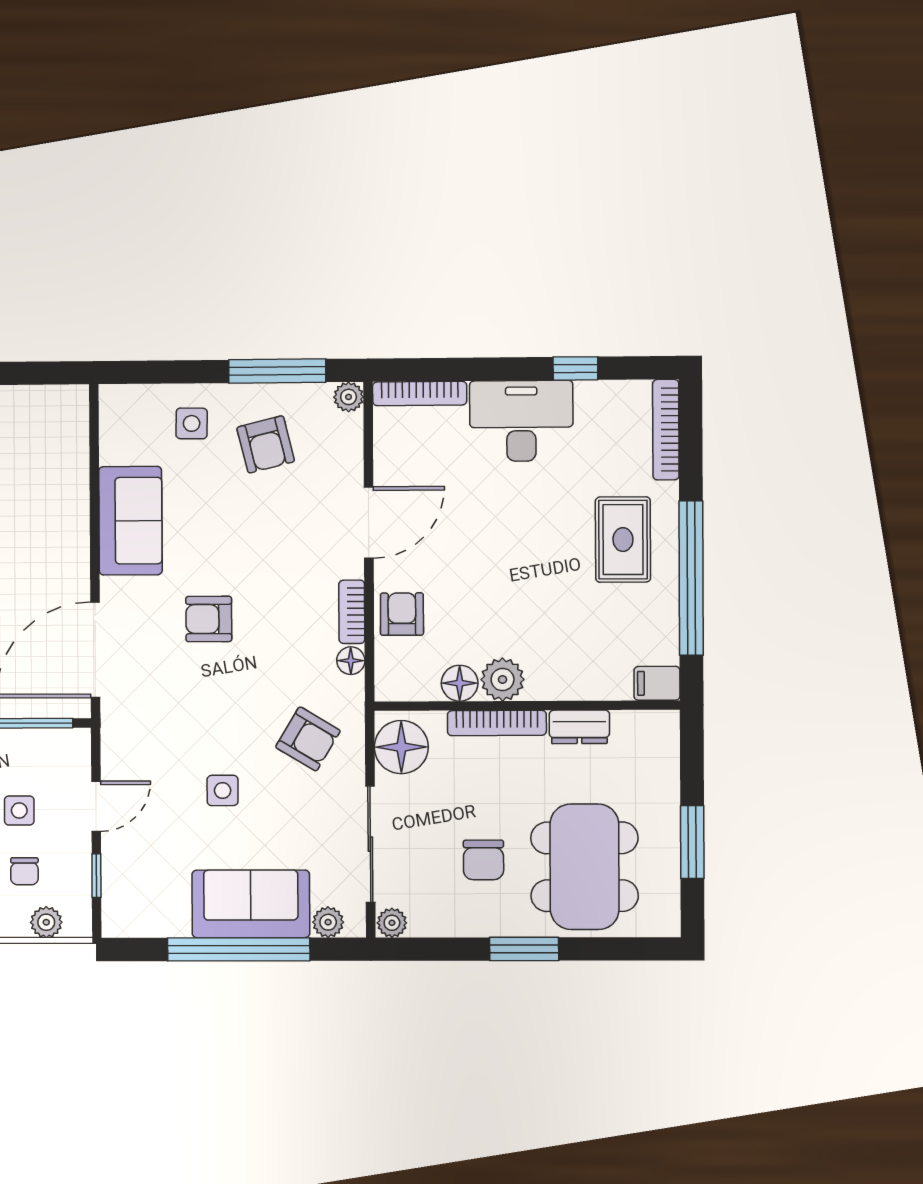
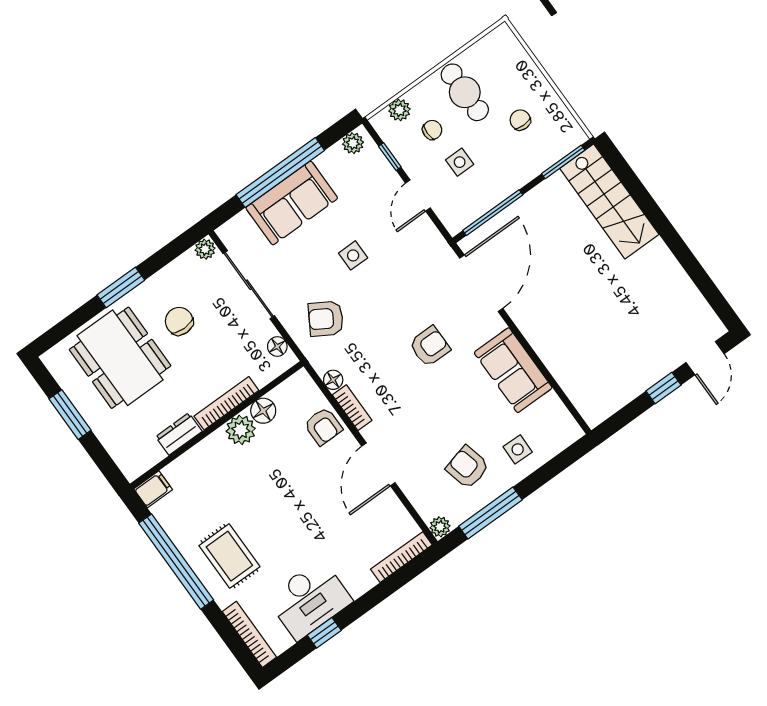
desk: (521, 421) -> (309, 599), moved
floor lamp: (401, 747) -> (277, 346), width x0.53, depth x0.53
chair: (24, 871) -> (432, 130), turned 90
plant: (328, 922) -> (353, 143), moved

